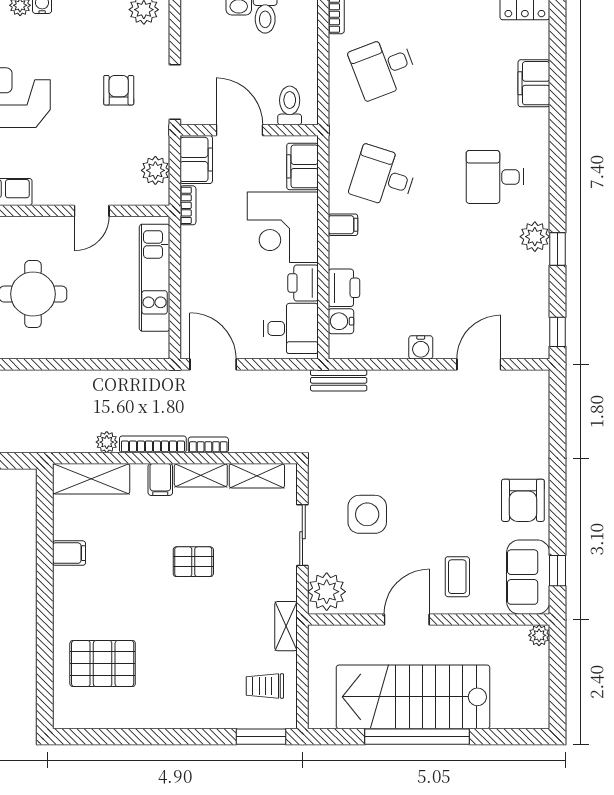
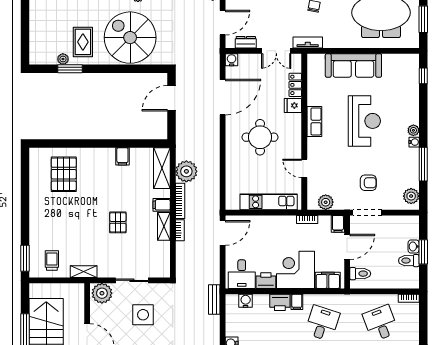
filing cabinet: (196, 159) -> (338, 224), width x0.50
printer: (344, 288) -> (280, 302), moved
plant: (107, 442) -> (186, 171), width x1.87, depth x1.87
shelving: (257, 476) -> (164, 256), removed

